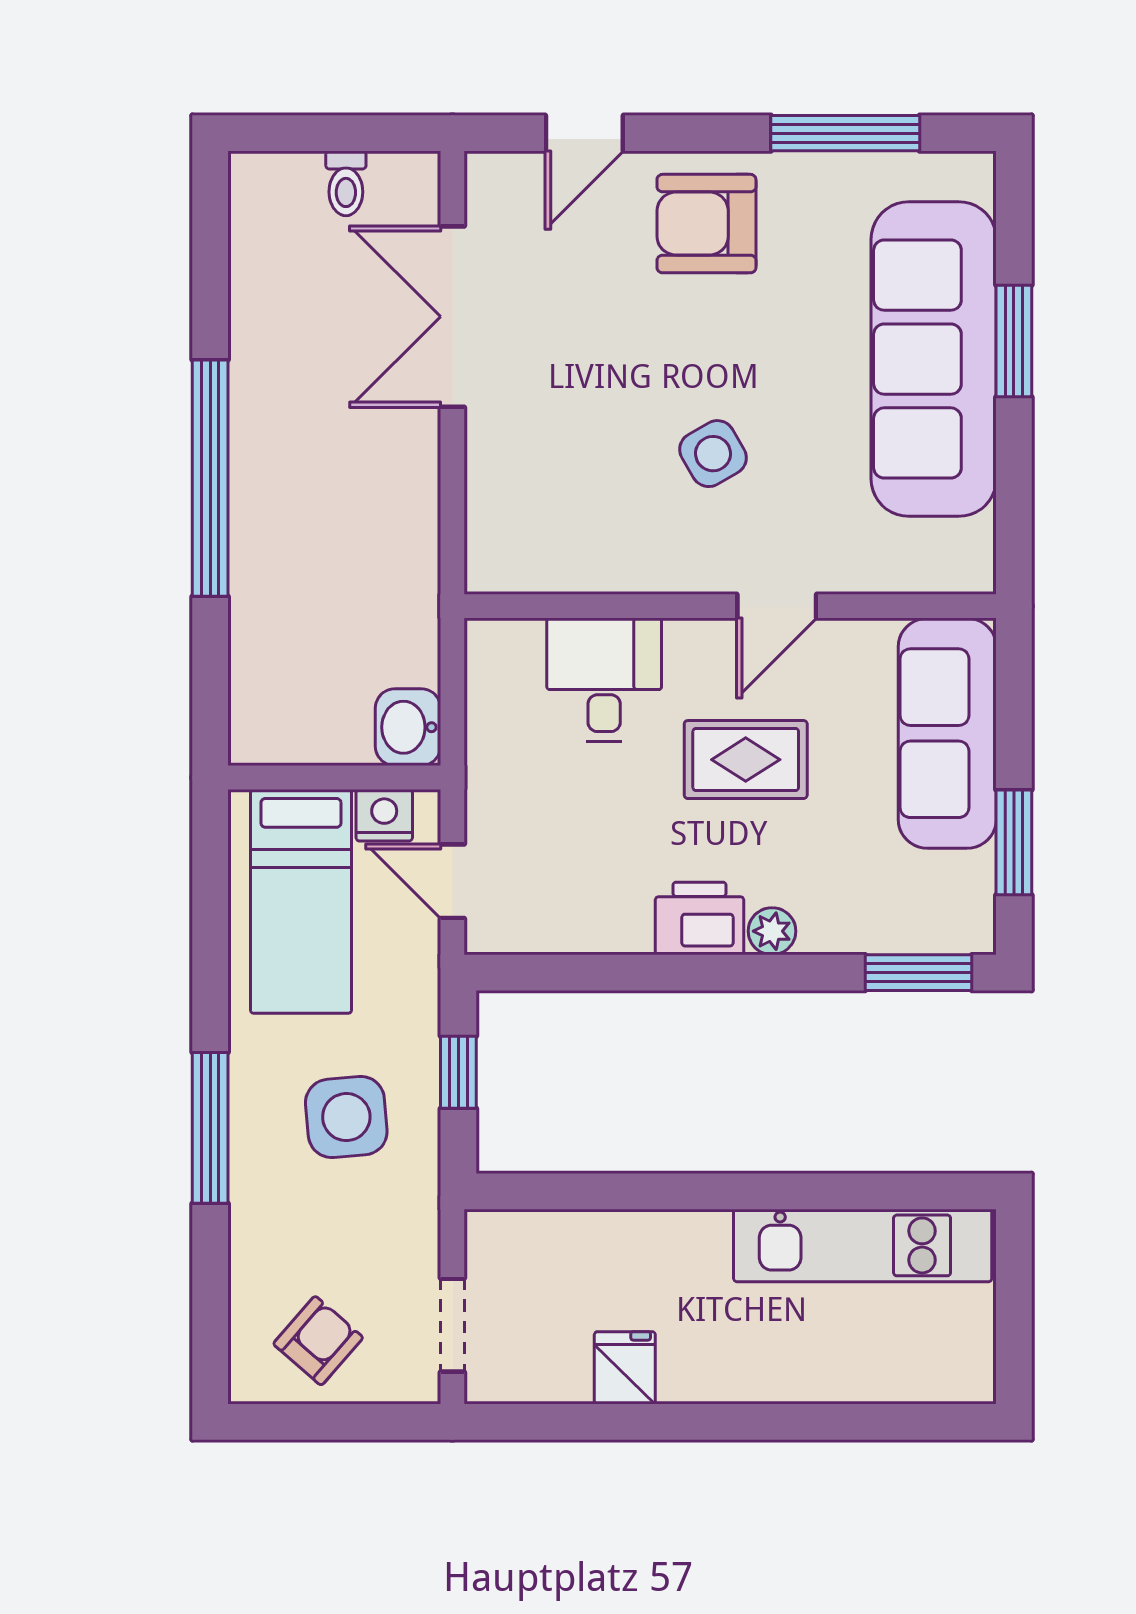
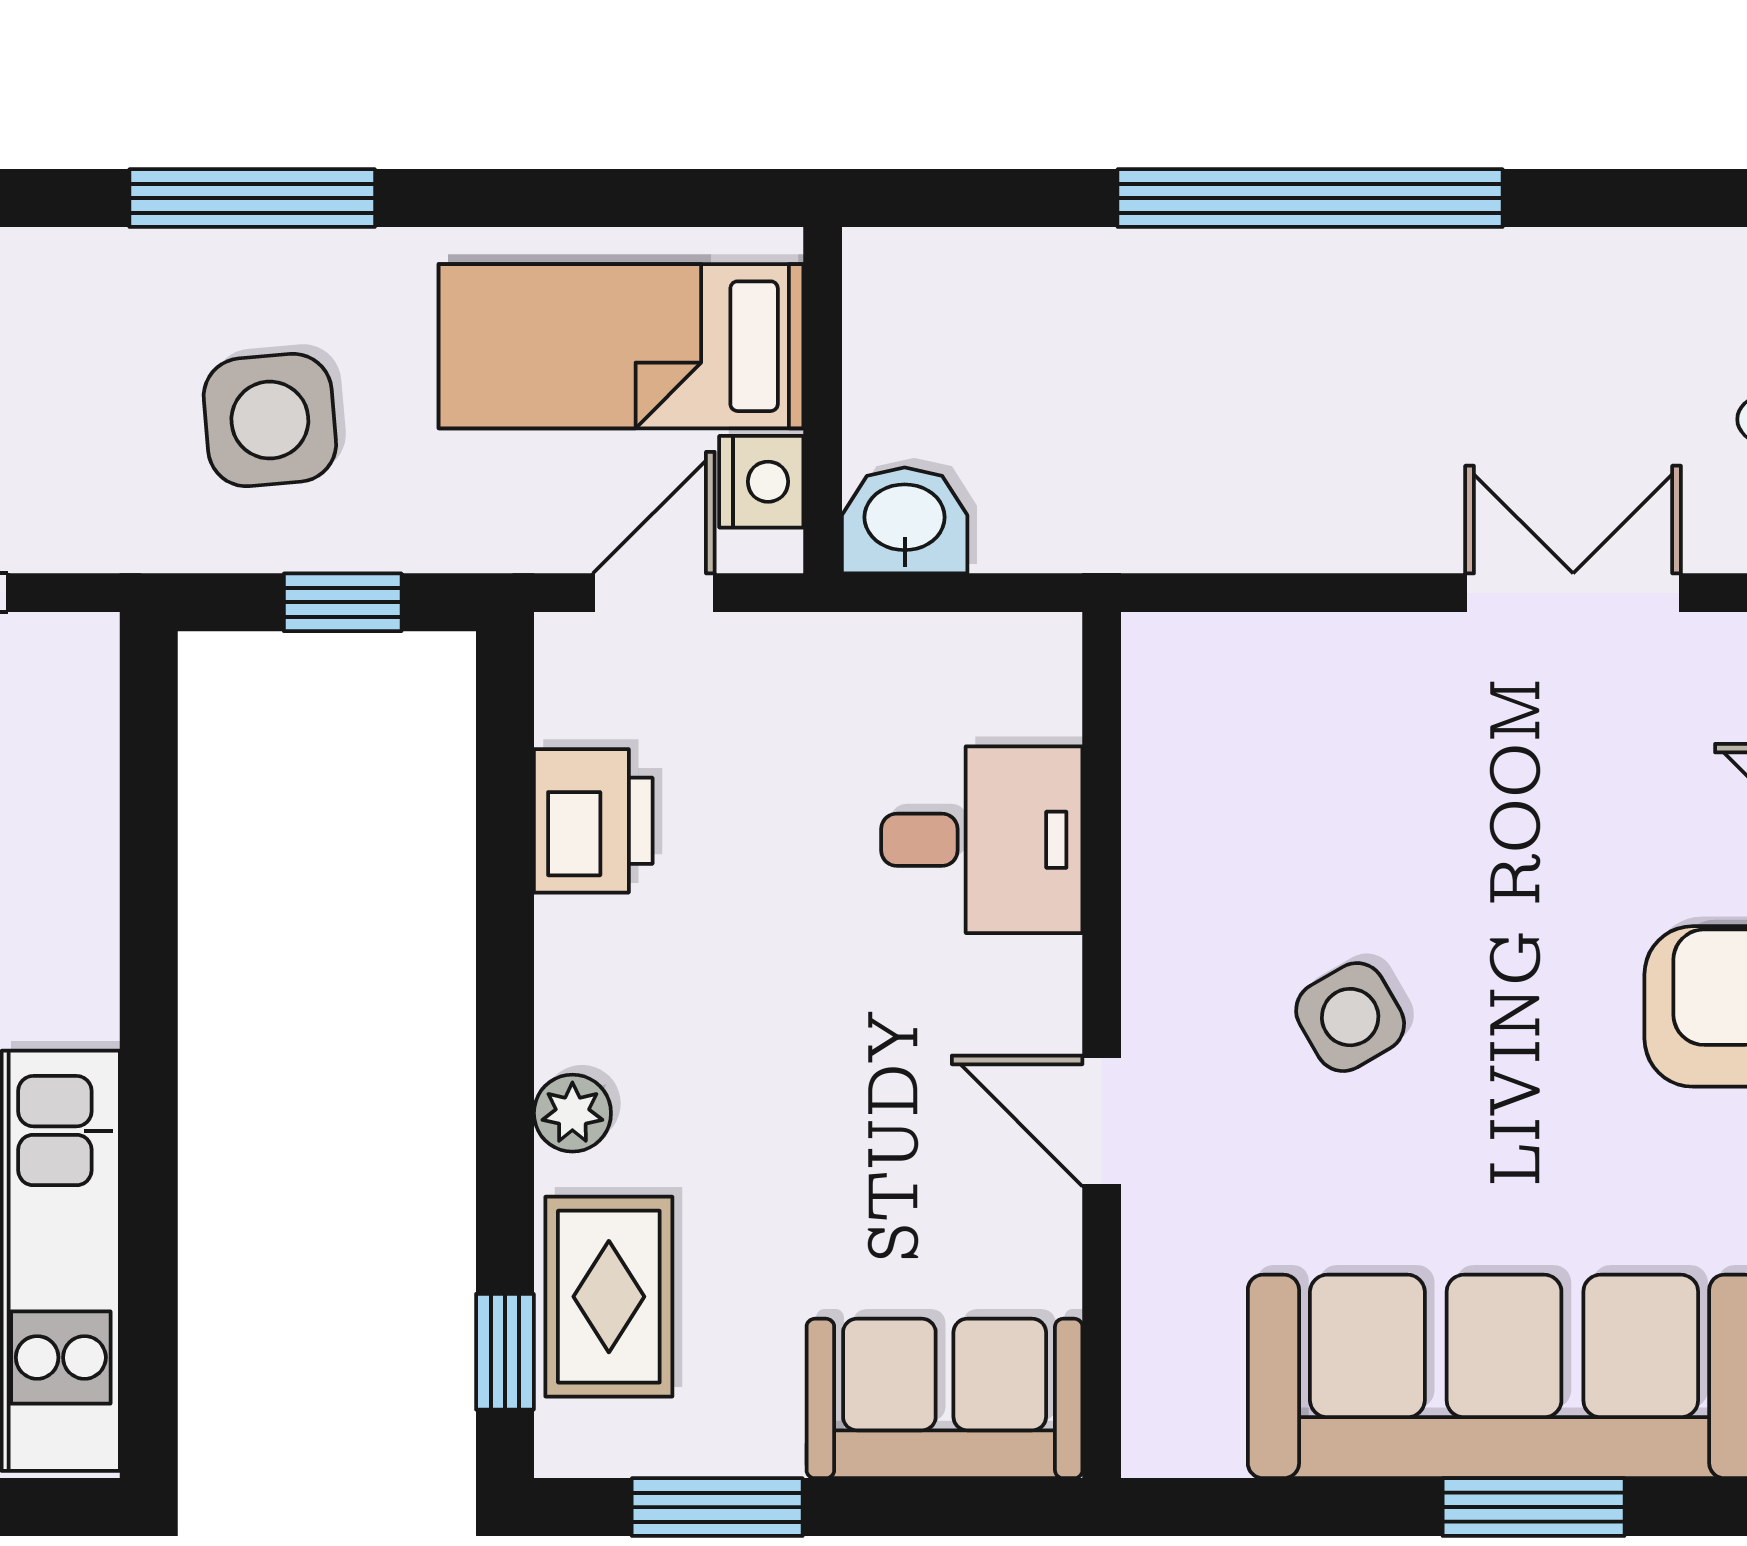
double door: (452, 317) -> (1573, 593), width x0.73
sofa: (947, 733) -> (945, 1398), width x0.73
rug: (746, 760) -> (609, 1297), moved
printer: (700, 918) -> (593, 821), moved
window: (919, 973) -> (505, 1352), width x0.67

